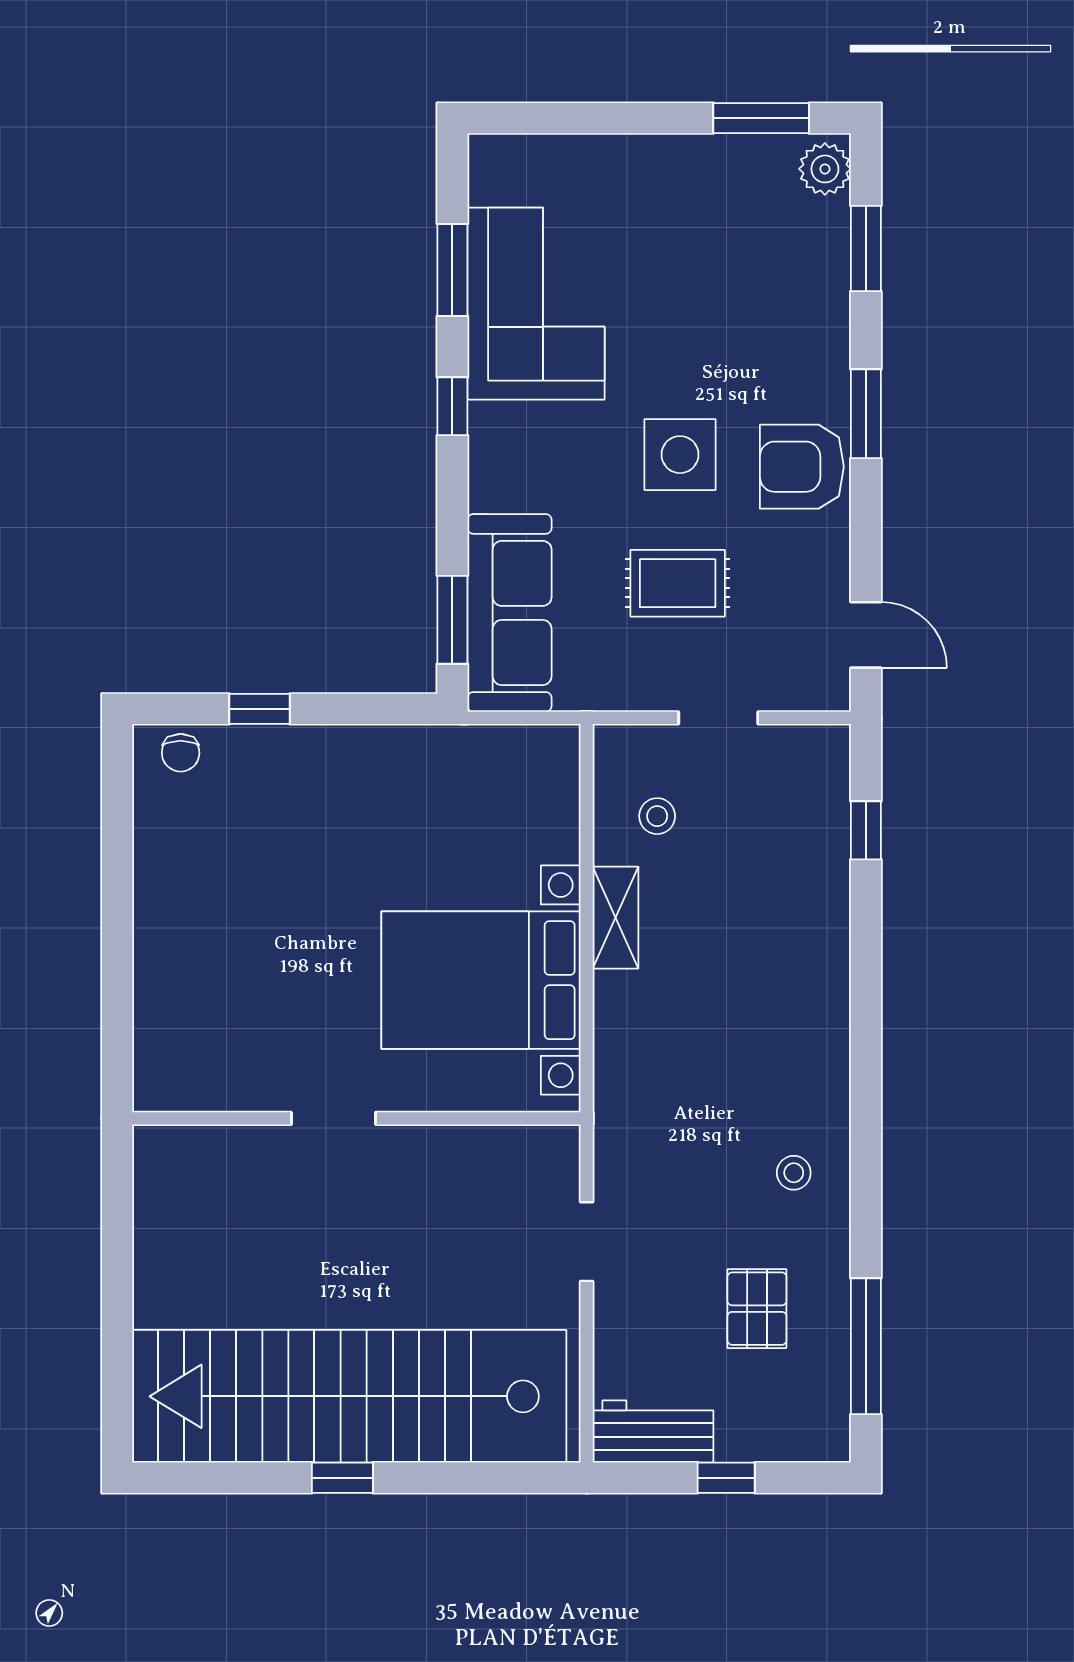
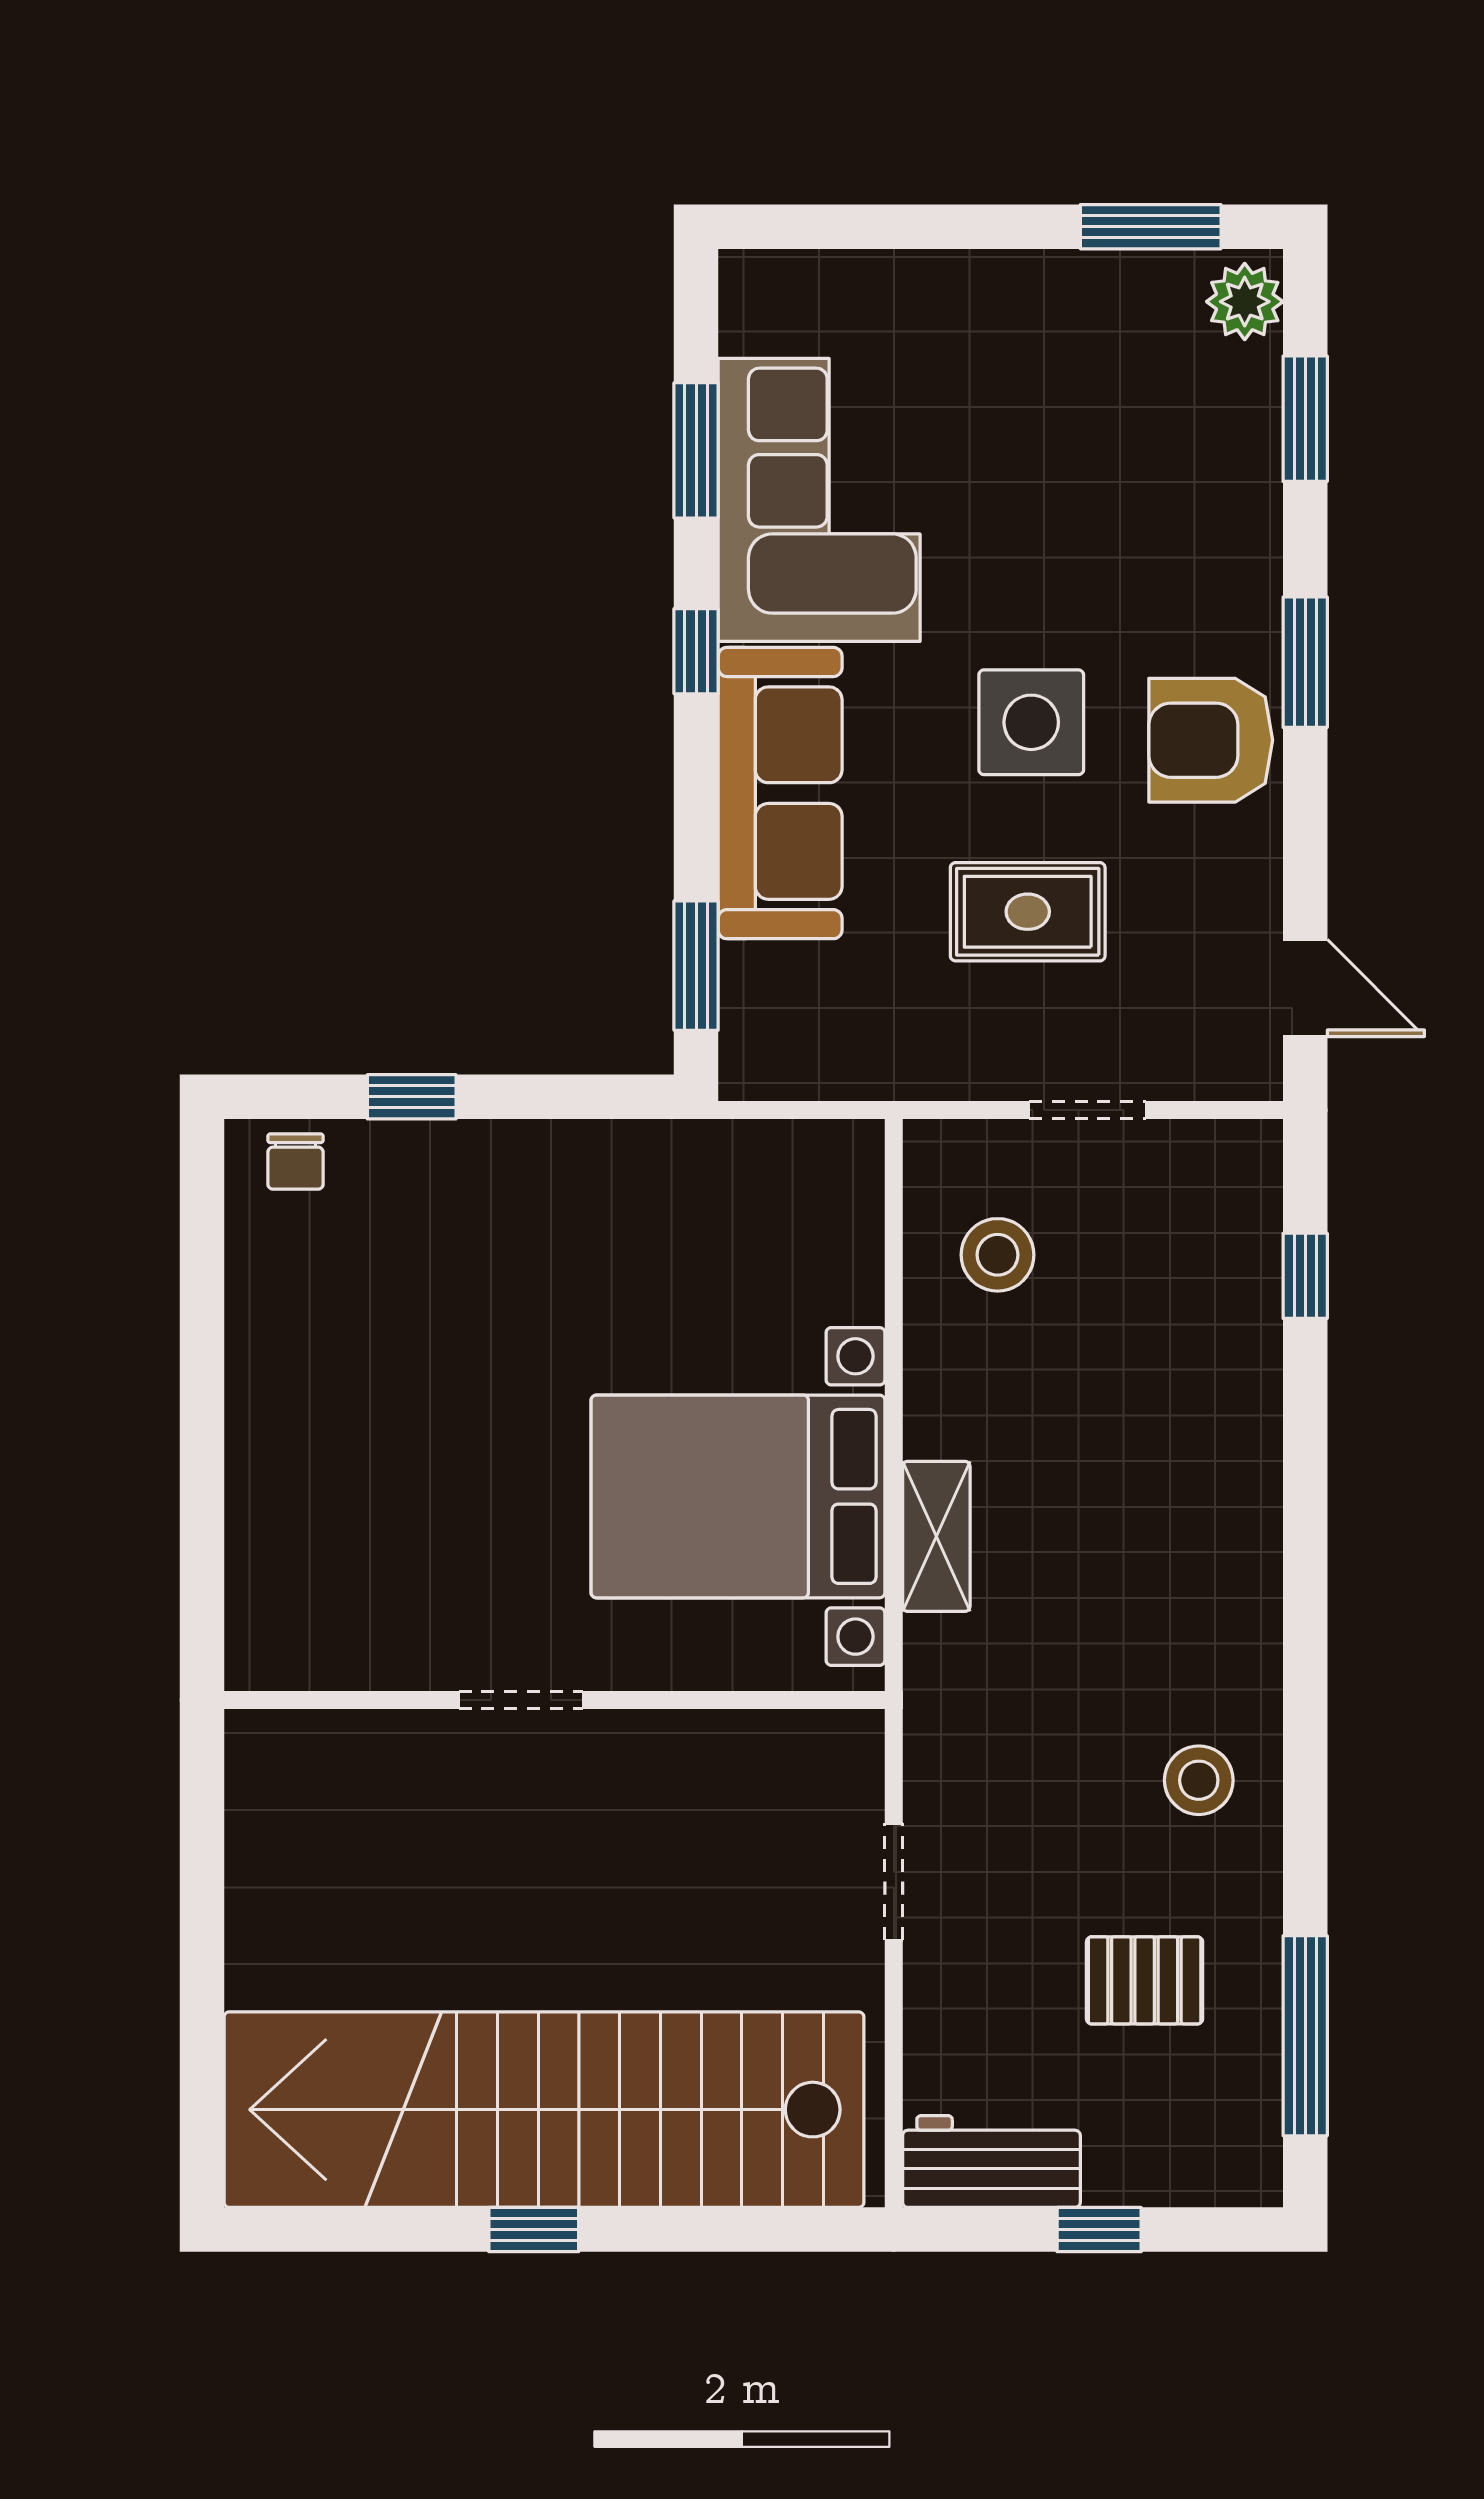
sofa: (510, 613) -> (780, 793), moved
stool: (657, 816) -> (998, 1255), width x1.37, depth x1.37
shelving: (616, 918) -> (936, 1536), moved
stool: (794, 1173) -> (1199, 1780), width x1.37, depth x1.37
pallet: (757, 1309) -> (1145, 1980), turned 90

